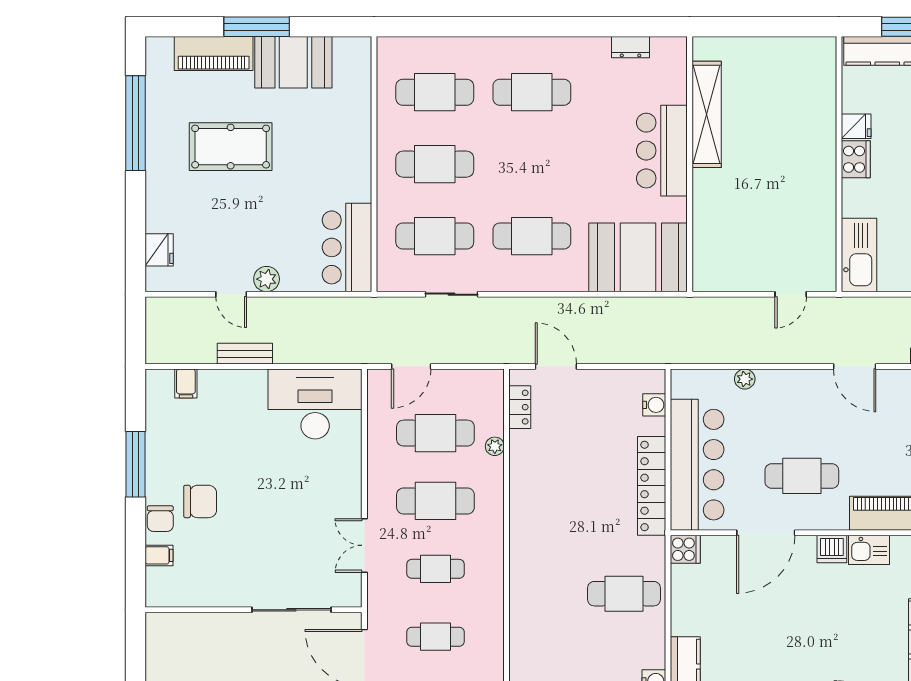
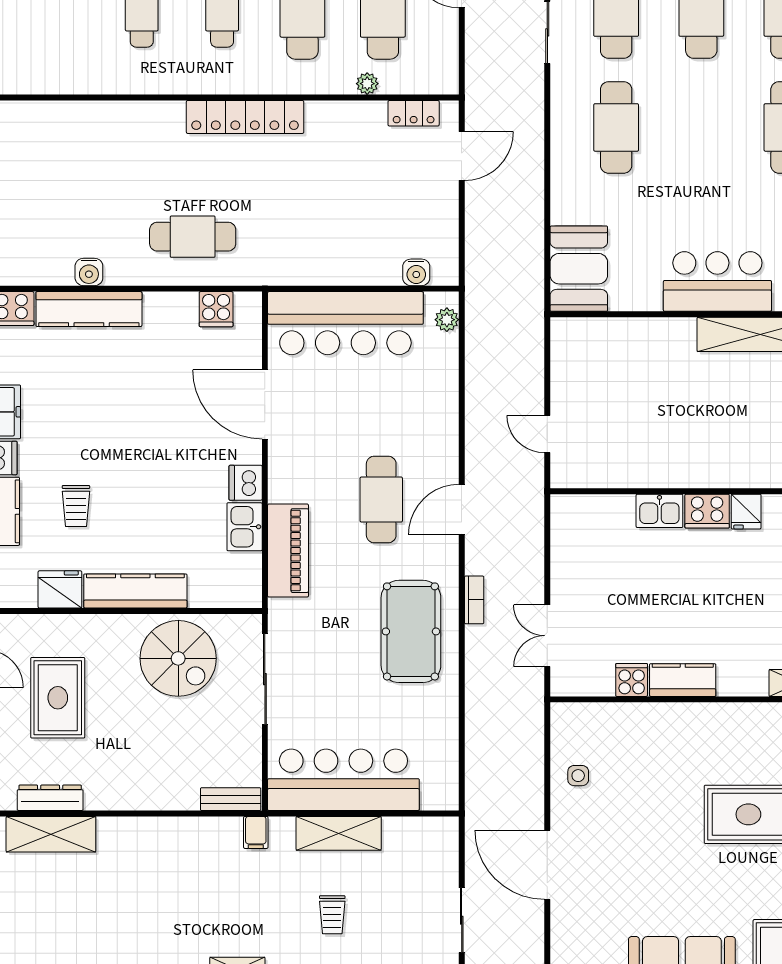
kitchen sink: (859, 255) -> (659, 511), moved, width x0.53, depth x0.81
booth: (638, 257) -> (579, 269), width x0.73, depth x0.70
plant: (745, 379) -> (447, 320), moved
cafe table: (802, 476) -> (381, 500), moved
locker: (652, 486) -> (245, 117), moved, turned 180
cooker: (685, 549) -> (216, 309), moved
cafe table: (624, 594) -> (193, 237), turned 90

